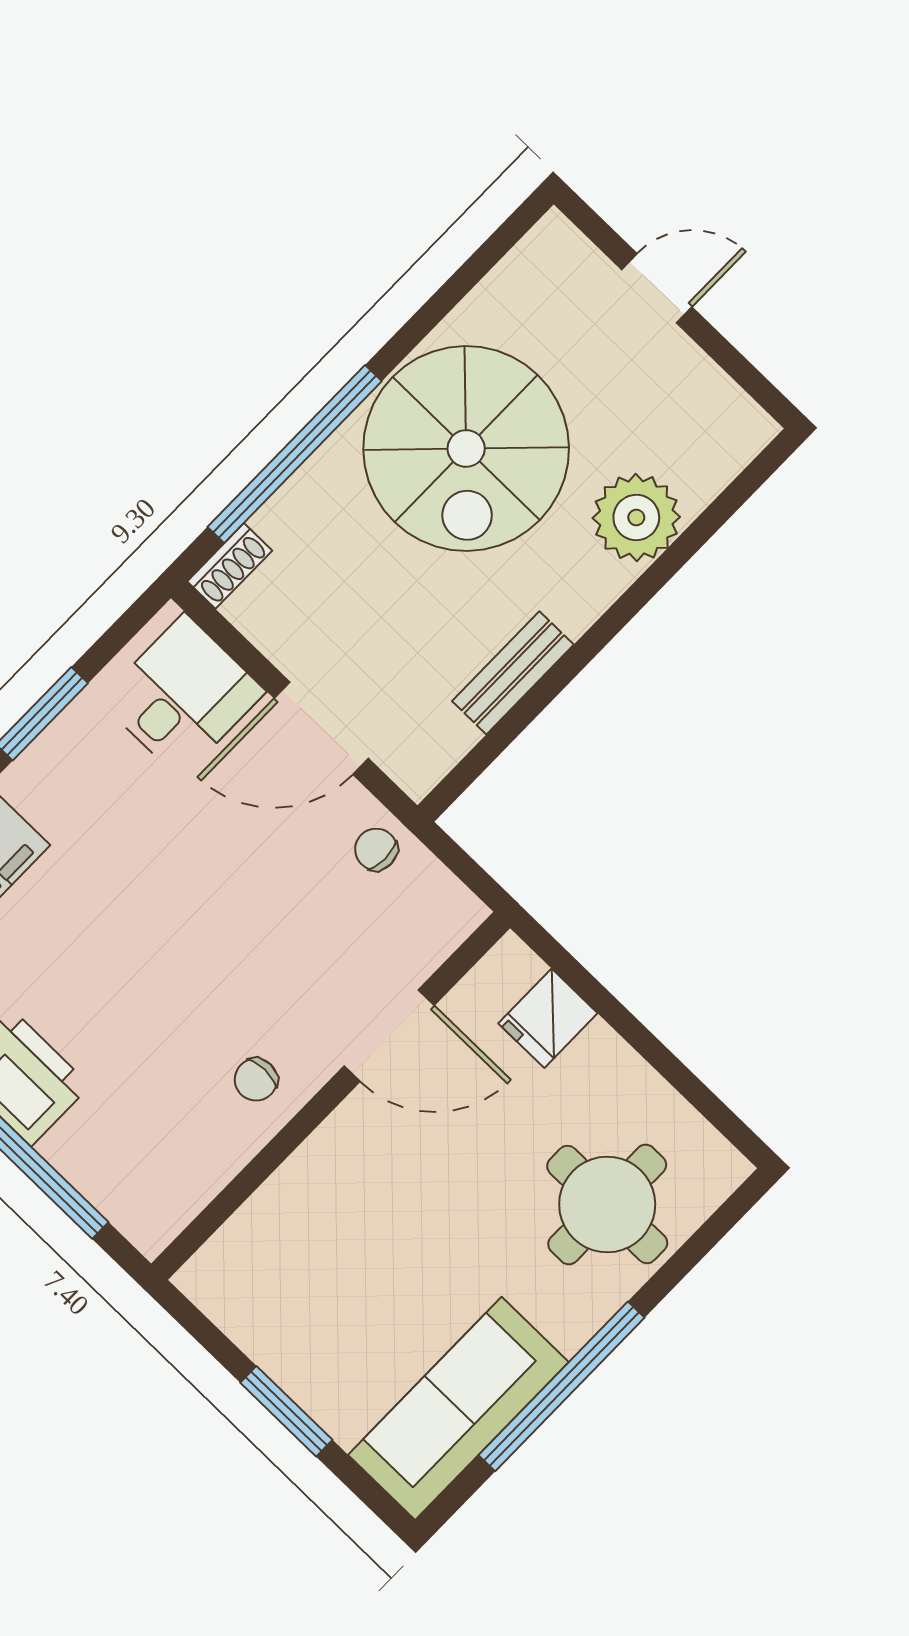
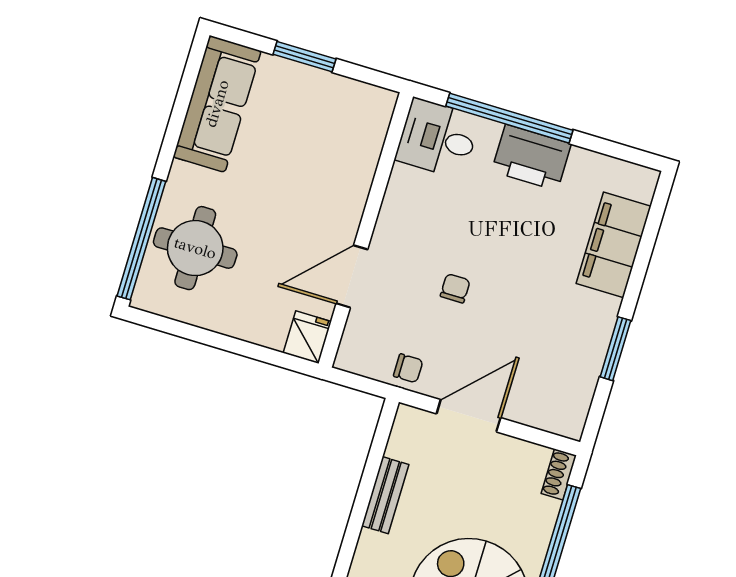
desk: (182, 696) -> (438, 138), moved, turned 90
fridge: (548, 1018) -> (307, 337), moved
chair: (256, 1080) -> (455, 288), moved
window: (561, 1386) -> (141, 239), moved

